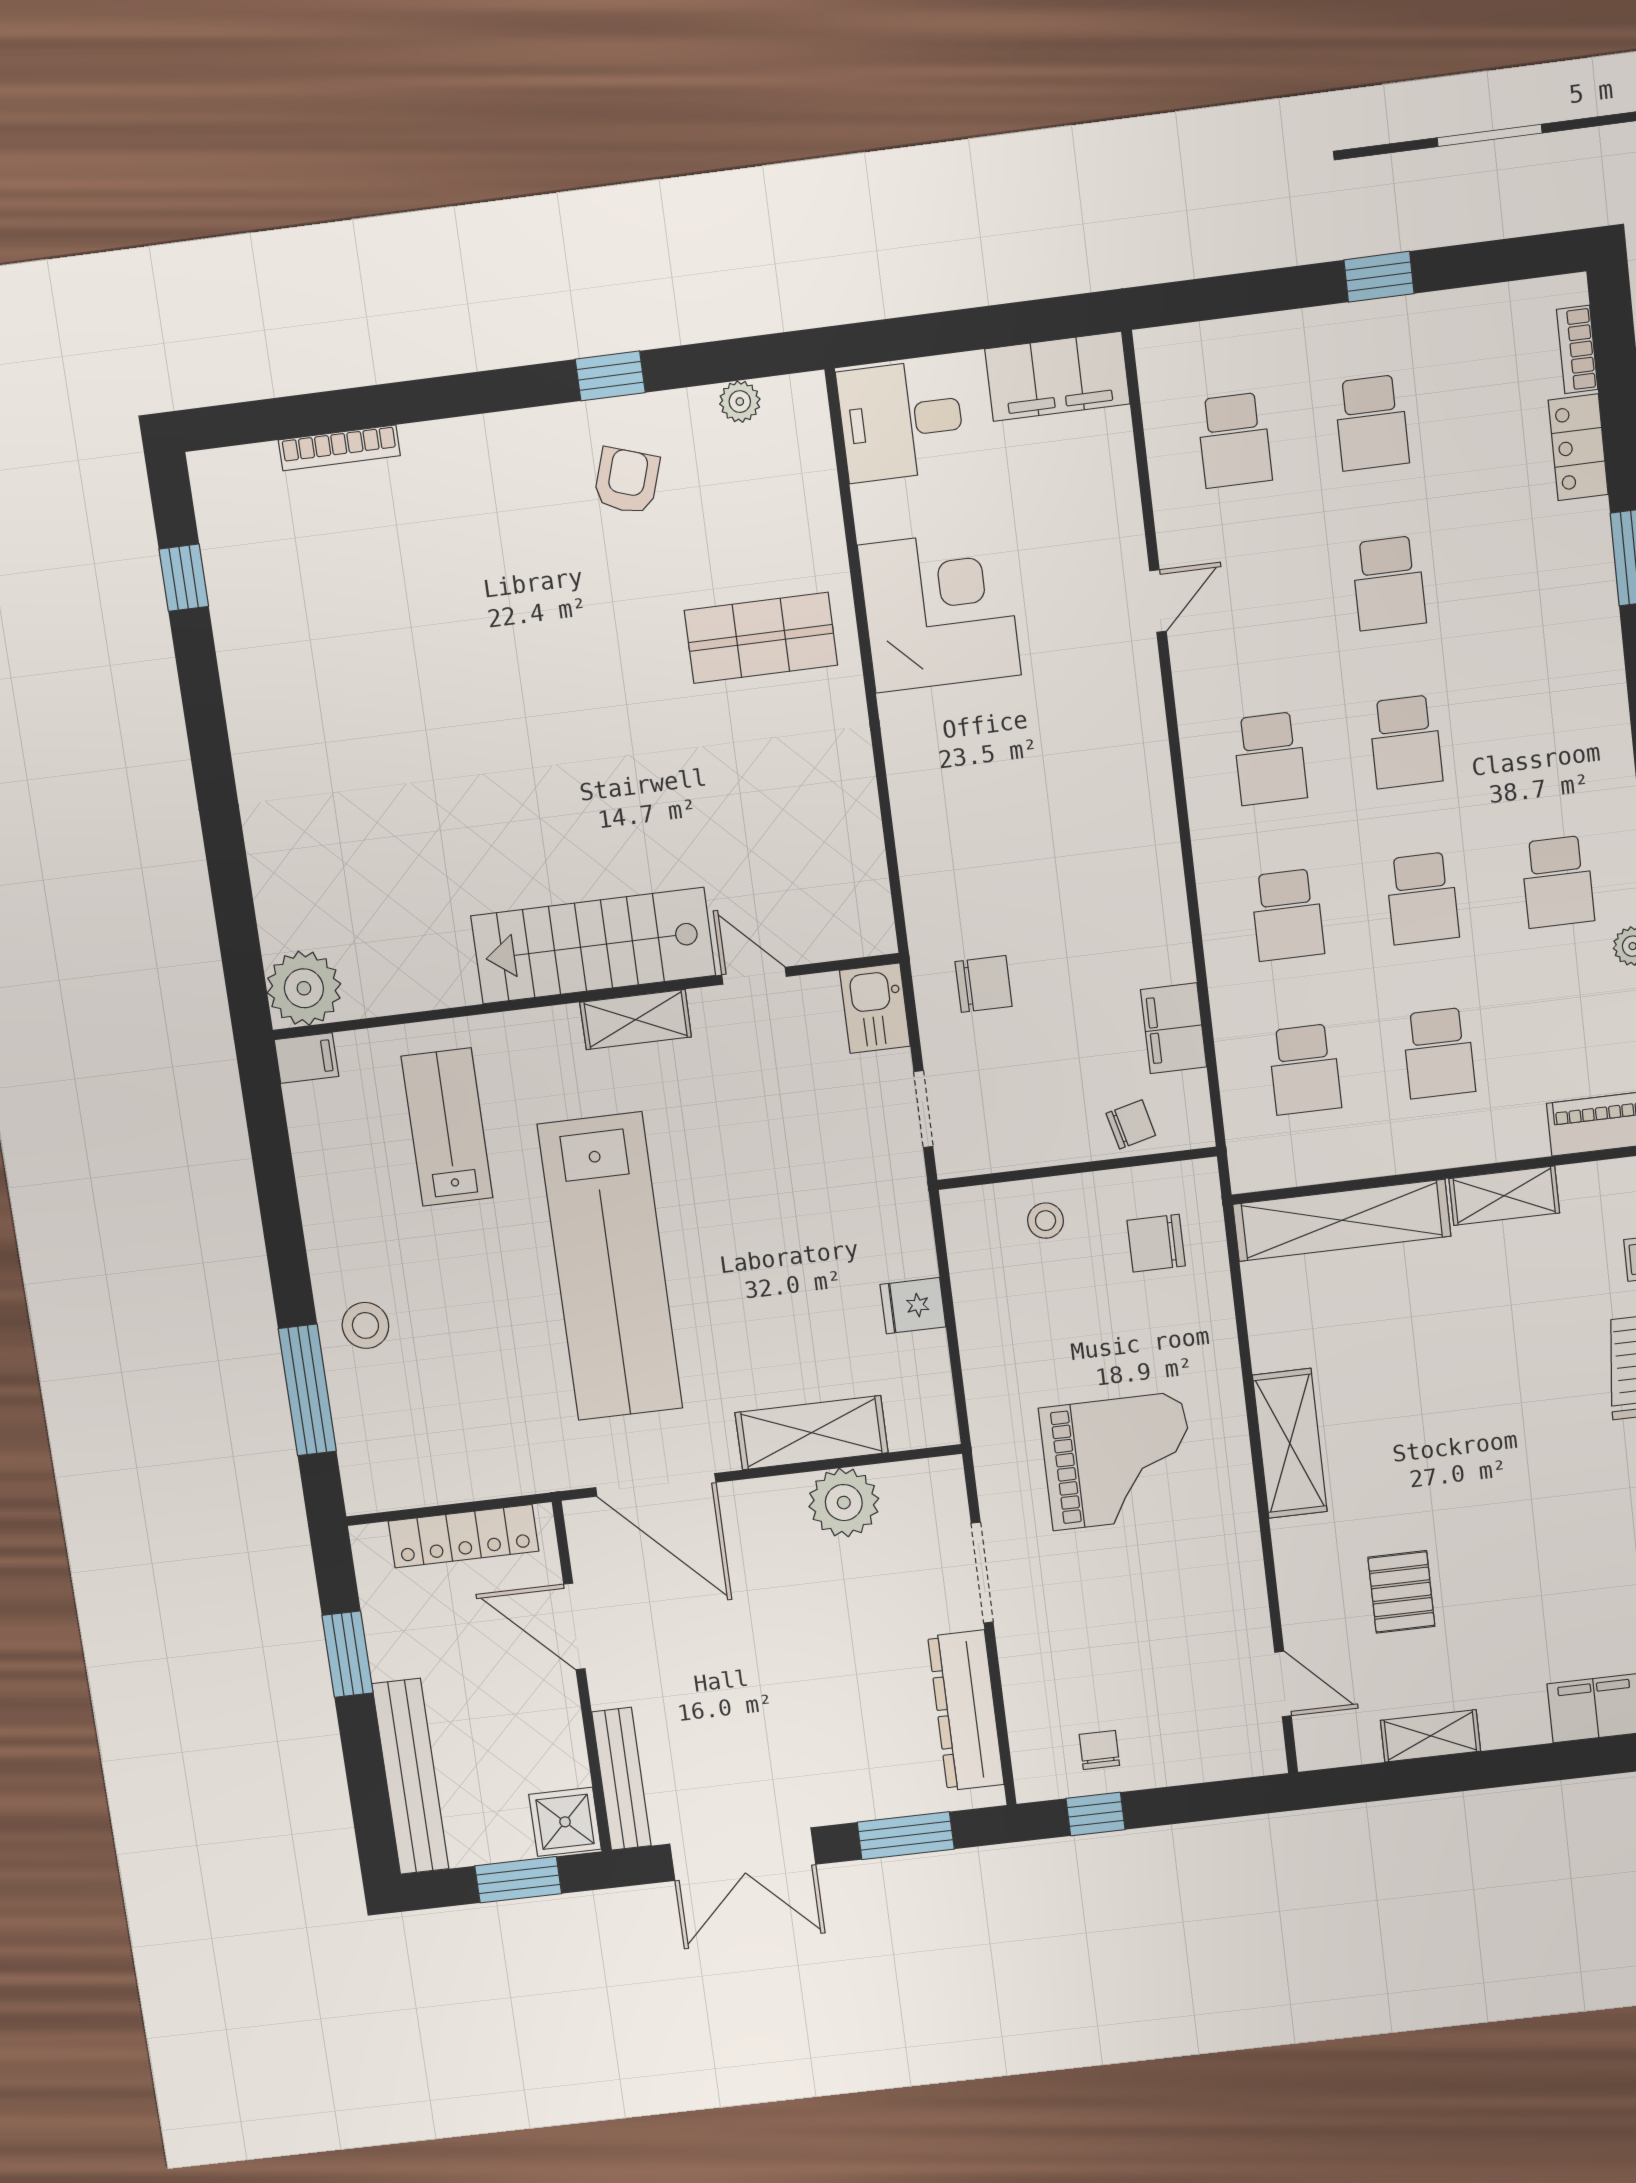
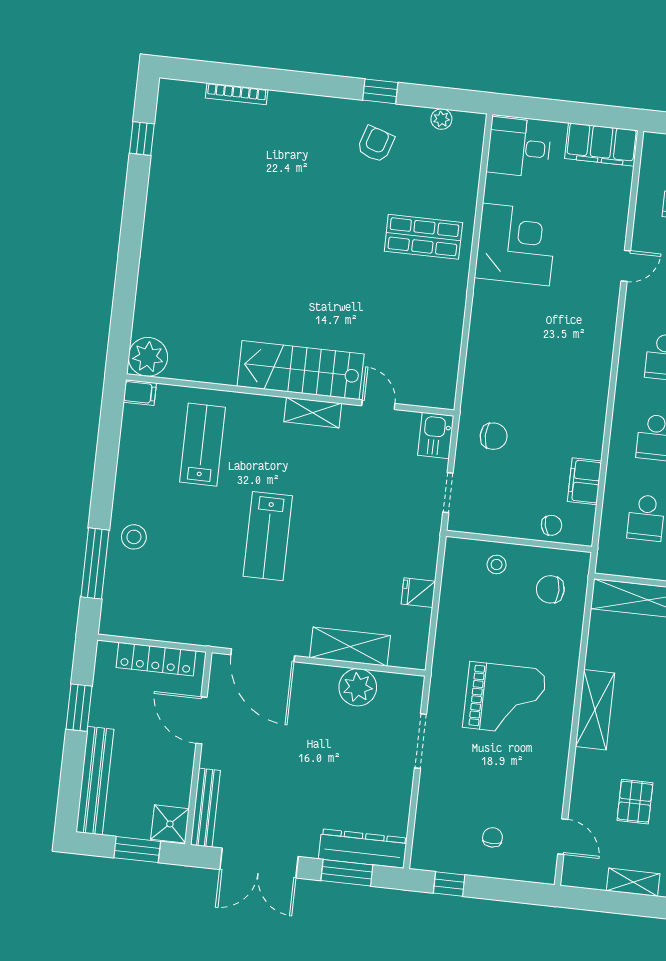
lab bench: (610, 1267) -> (268, 536), width x0.54, depth x0.72
dresser: (966, 1710) -> (363, 849), moved, turned 90
chair: (1099, 1750) -> (492, 837), moved

